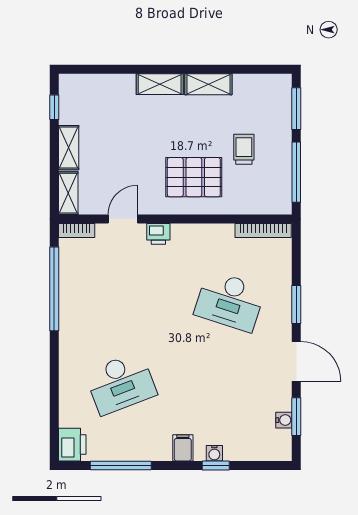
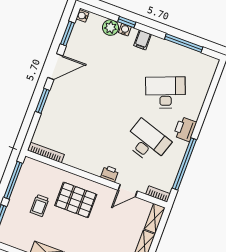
desk: (230, 301) -> (147, 142), moved
door: (296, 361) -> (55, 67), swing flipped
water cooler: (284, 420) -> (82, 16), moved
printer: (72, 445) -> (185, 129), moved
plant: (236, 449) -> (110, 28), added

